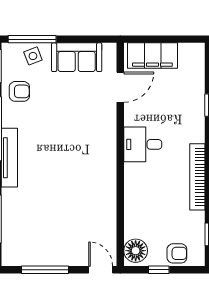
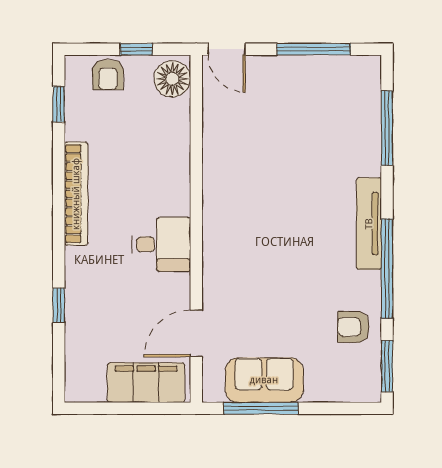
window: (32, 39) -> (261, 408), moved
side table: (33, 56) -> (332, 382), removed
armchair: (177, 253) -> (108, 75), turned -90

